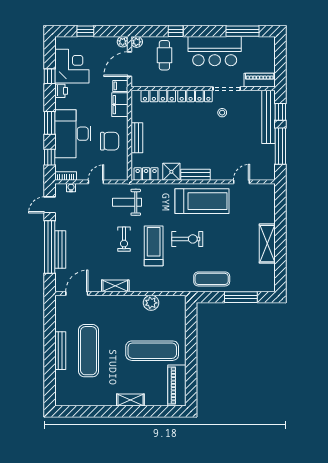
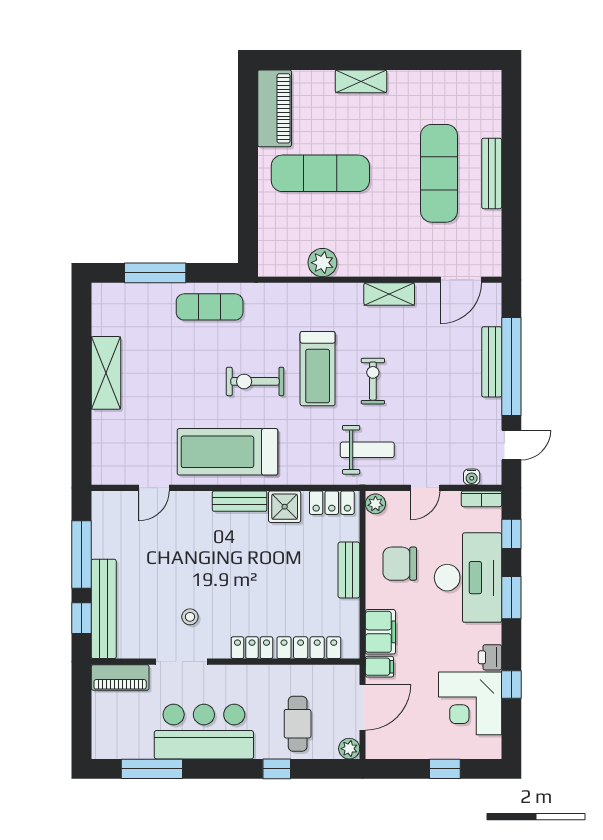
plant: (123, 42) -> (375, 504), moved
locker: (195, 96) -> (252, 648), width x0.66

